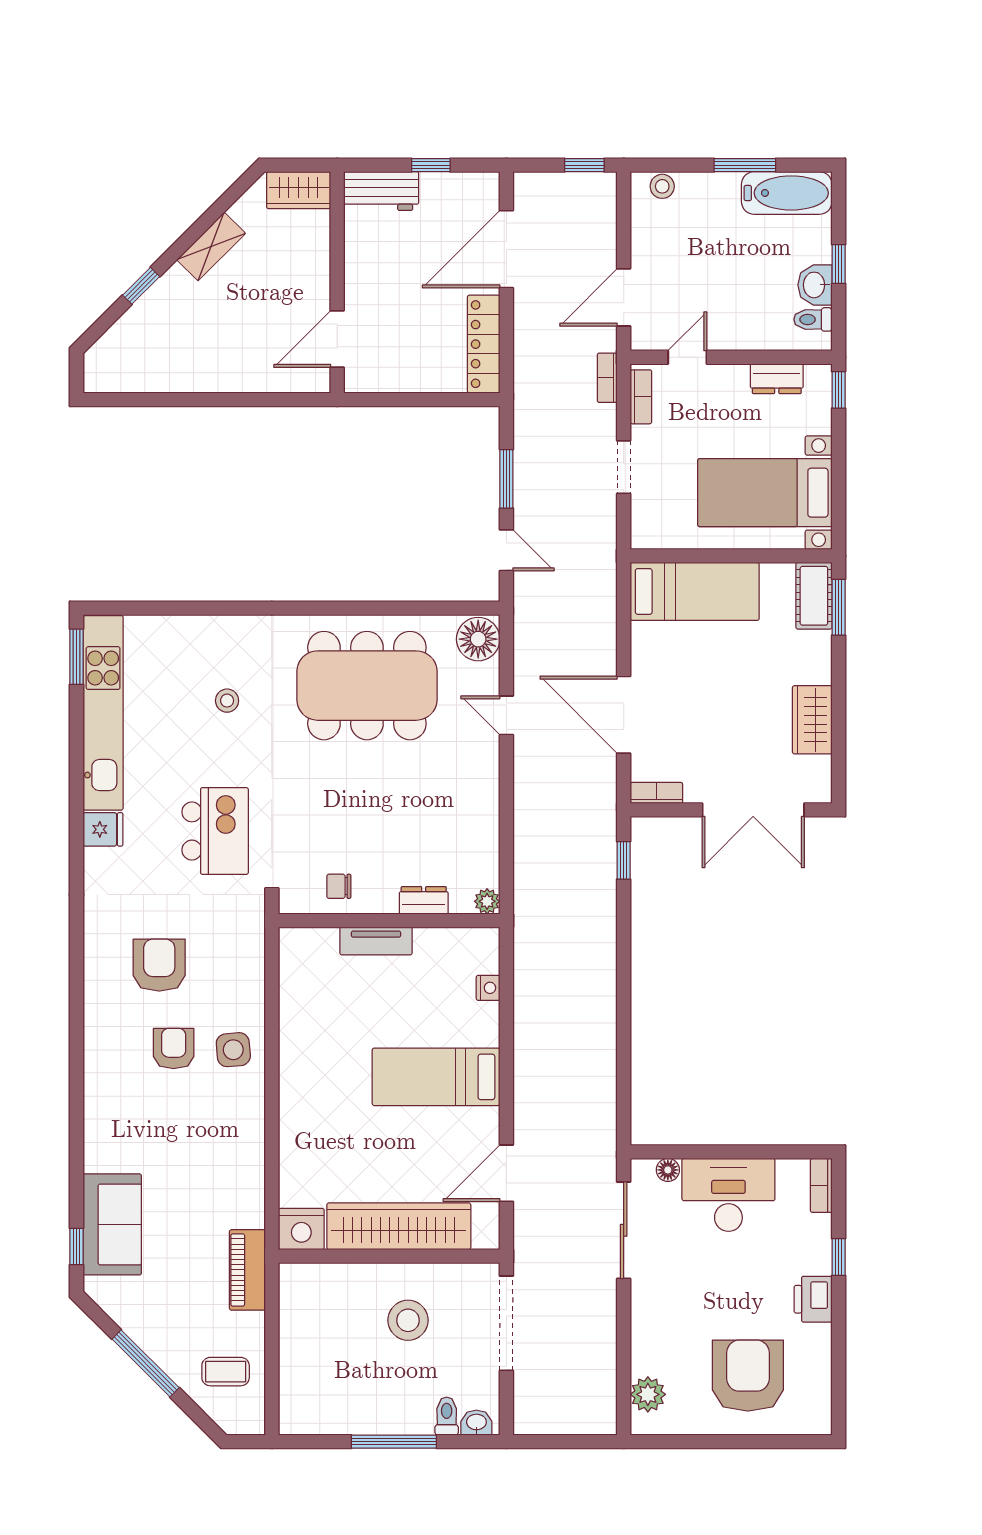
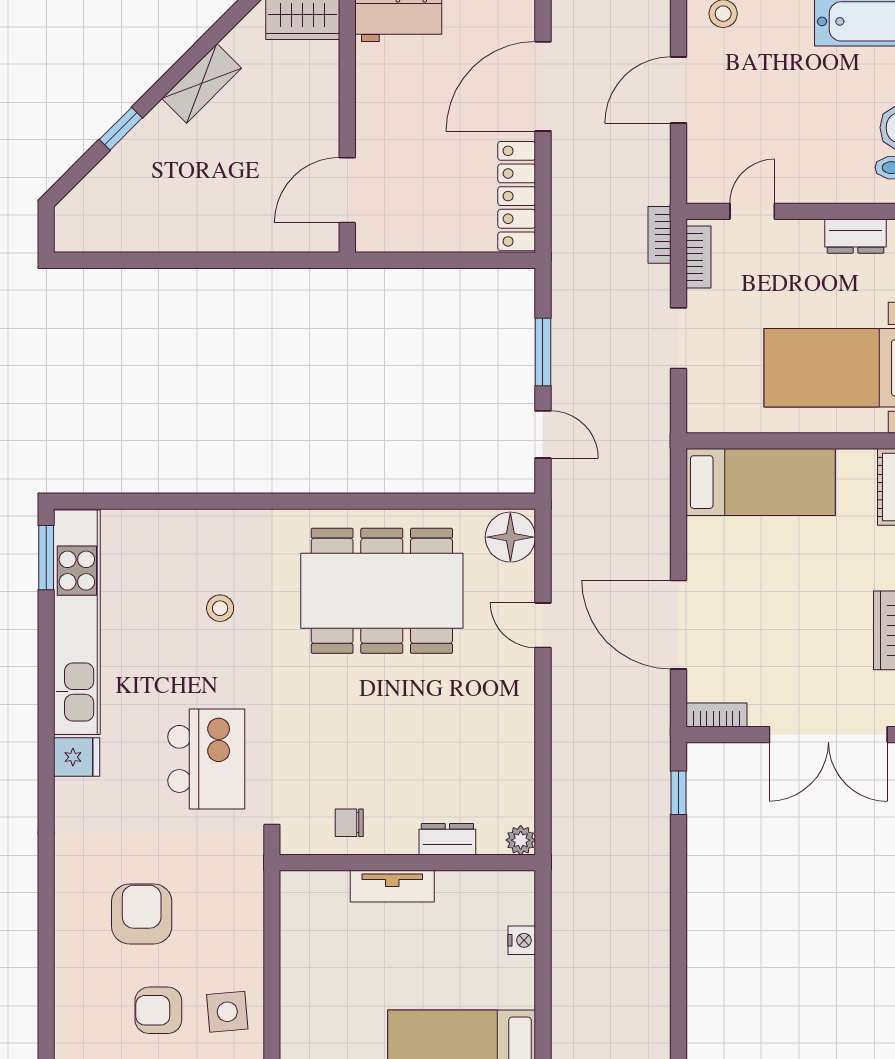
door: (624, 297) -> (679, 90), moved
armchair: (174, 1048) -> (158, 1010), turned -90

